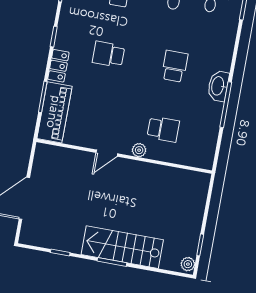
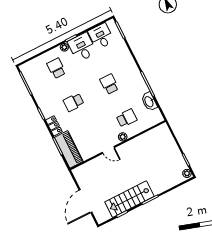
washbasin: (218, 86) -> (149, 102), moved
door: (107, 153) -> (108, 150), hinge flipped
stairs: (122, 247) -> (130, 199), moved

